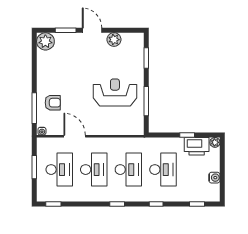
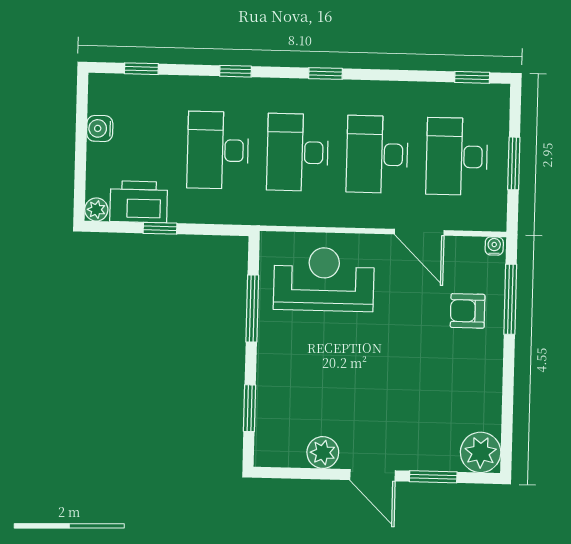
reception desk: (115, 92) -> (324, 279), moved, turned 180

